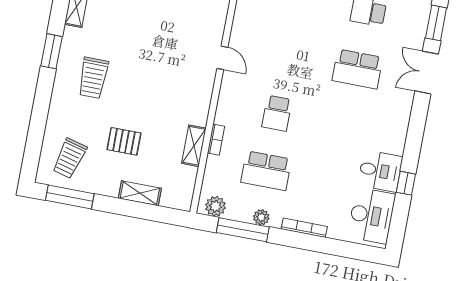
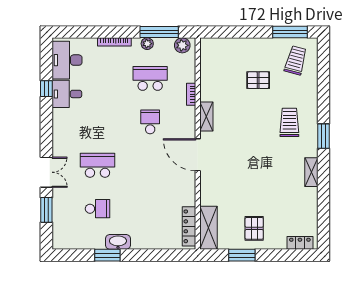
door: (222, 58) -> (198, 155), width x1.87
shelving: (194, 146) -> (206, 117), moved
shelving: (140, 193) -> (239, 44), removed

